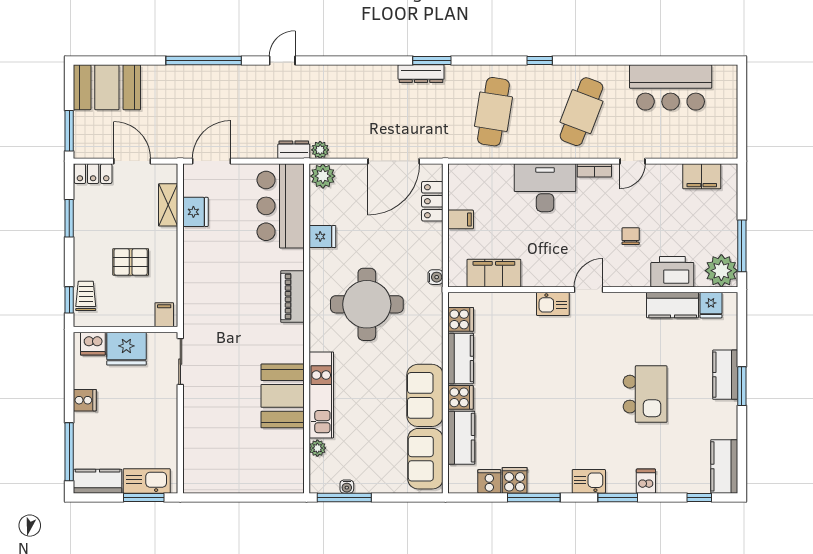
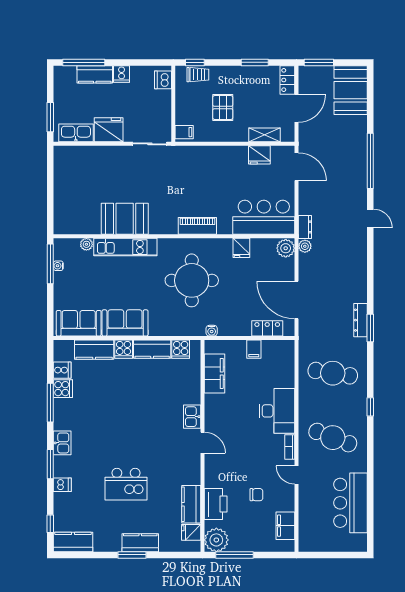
chair: (631, 236) -> (256, 495), moved
fridge: (126, 349) -> (109, 130), moved, turned 90
kitchen counter: (98, 481) -> (95, 74), moved, turned 90
kitchen sink: (147, 481) -> (76, 133), moved, turned -90

